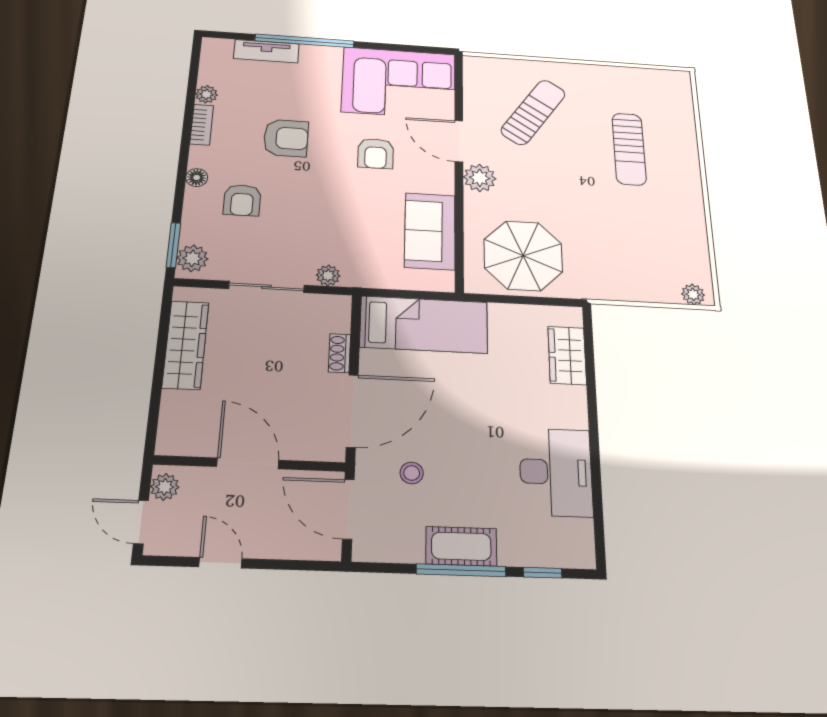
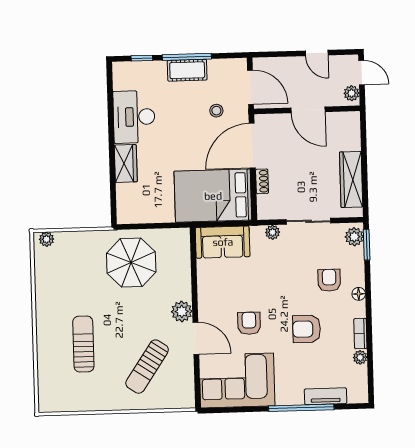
sofa: (430, 231) -> (223, 242), moved, turned 90
parasol: (523, 256) -> (131, 263), moved
bed: (424, 325) -> (213, 196), width x1.50
wardrobe: (567, 355) -> (126, 163), moved

